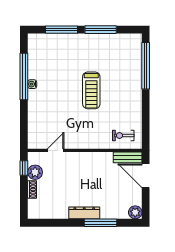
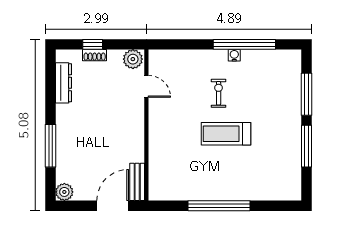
window: (146, 66) -> (219, 206), moved
exercise bike: (123, 135) -> (219, 93), moved
window: (24, 168) -> (93, 44), moved
plant: (35, 172) -> (133, 59), moved
dresser: (84, 213) -> (63, 83), moved

